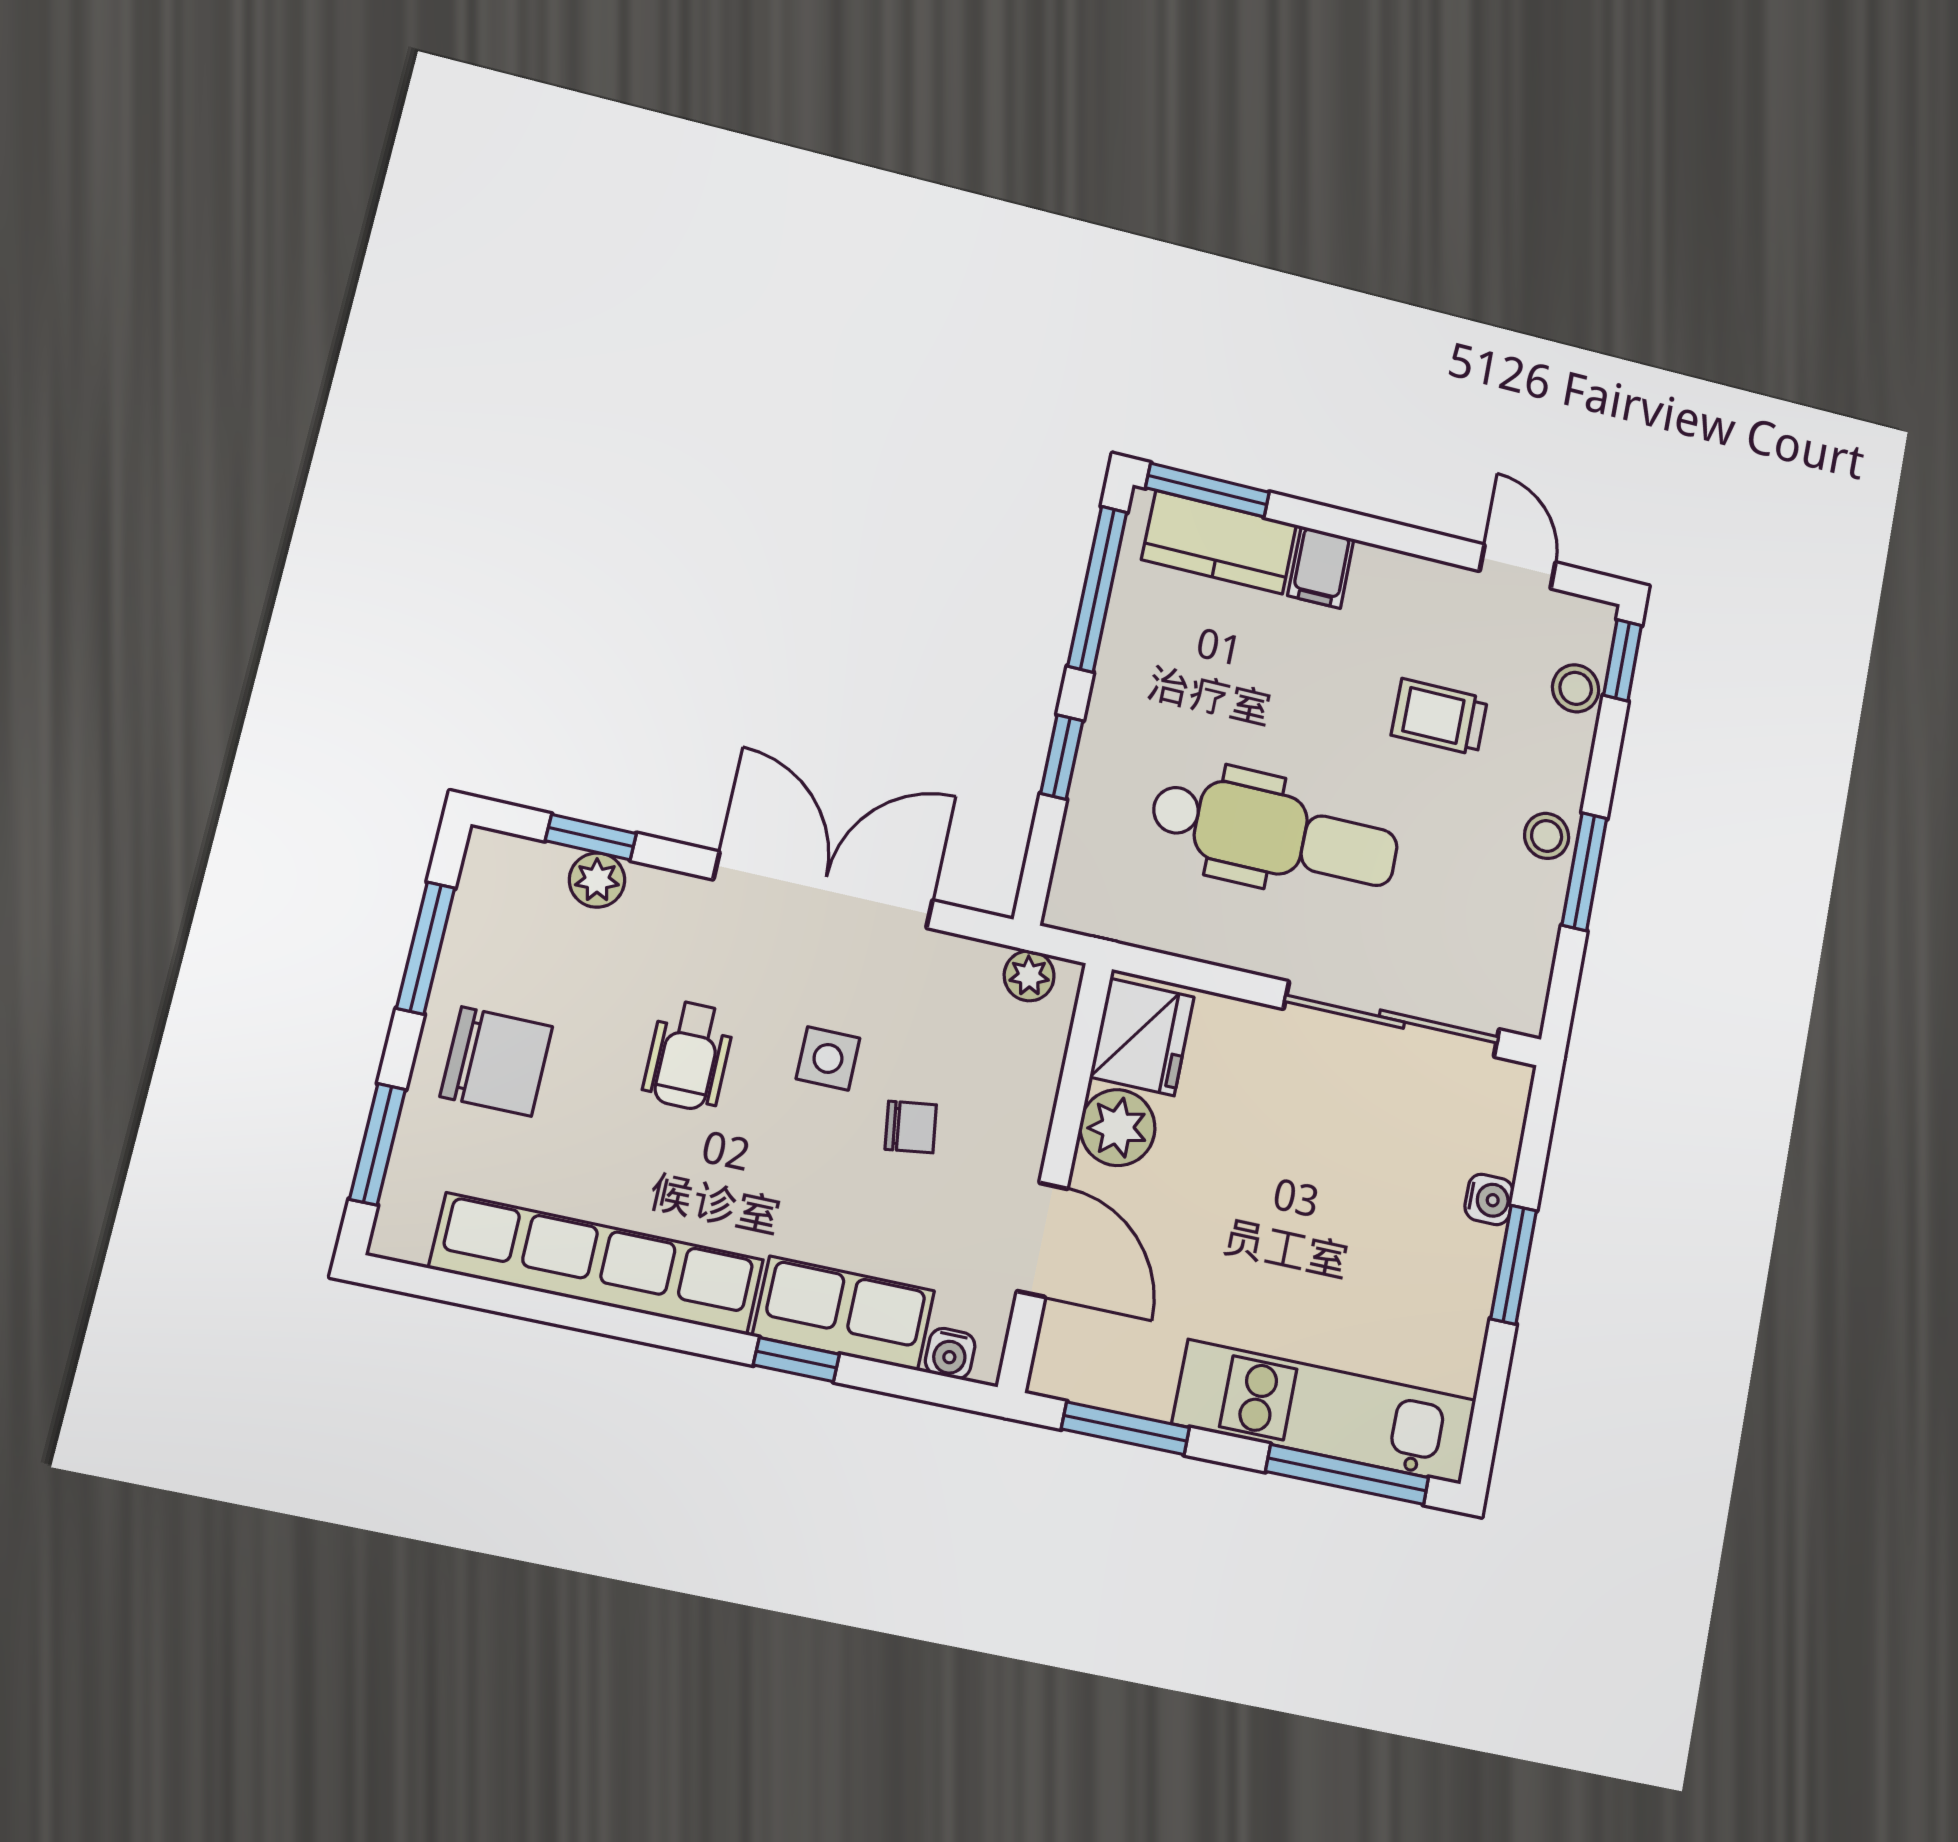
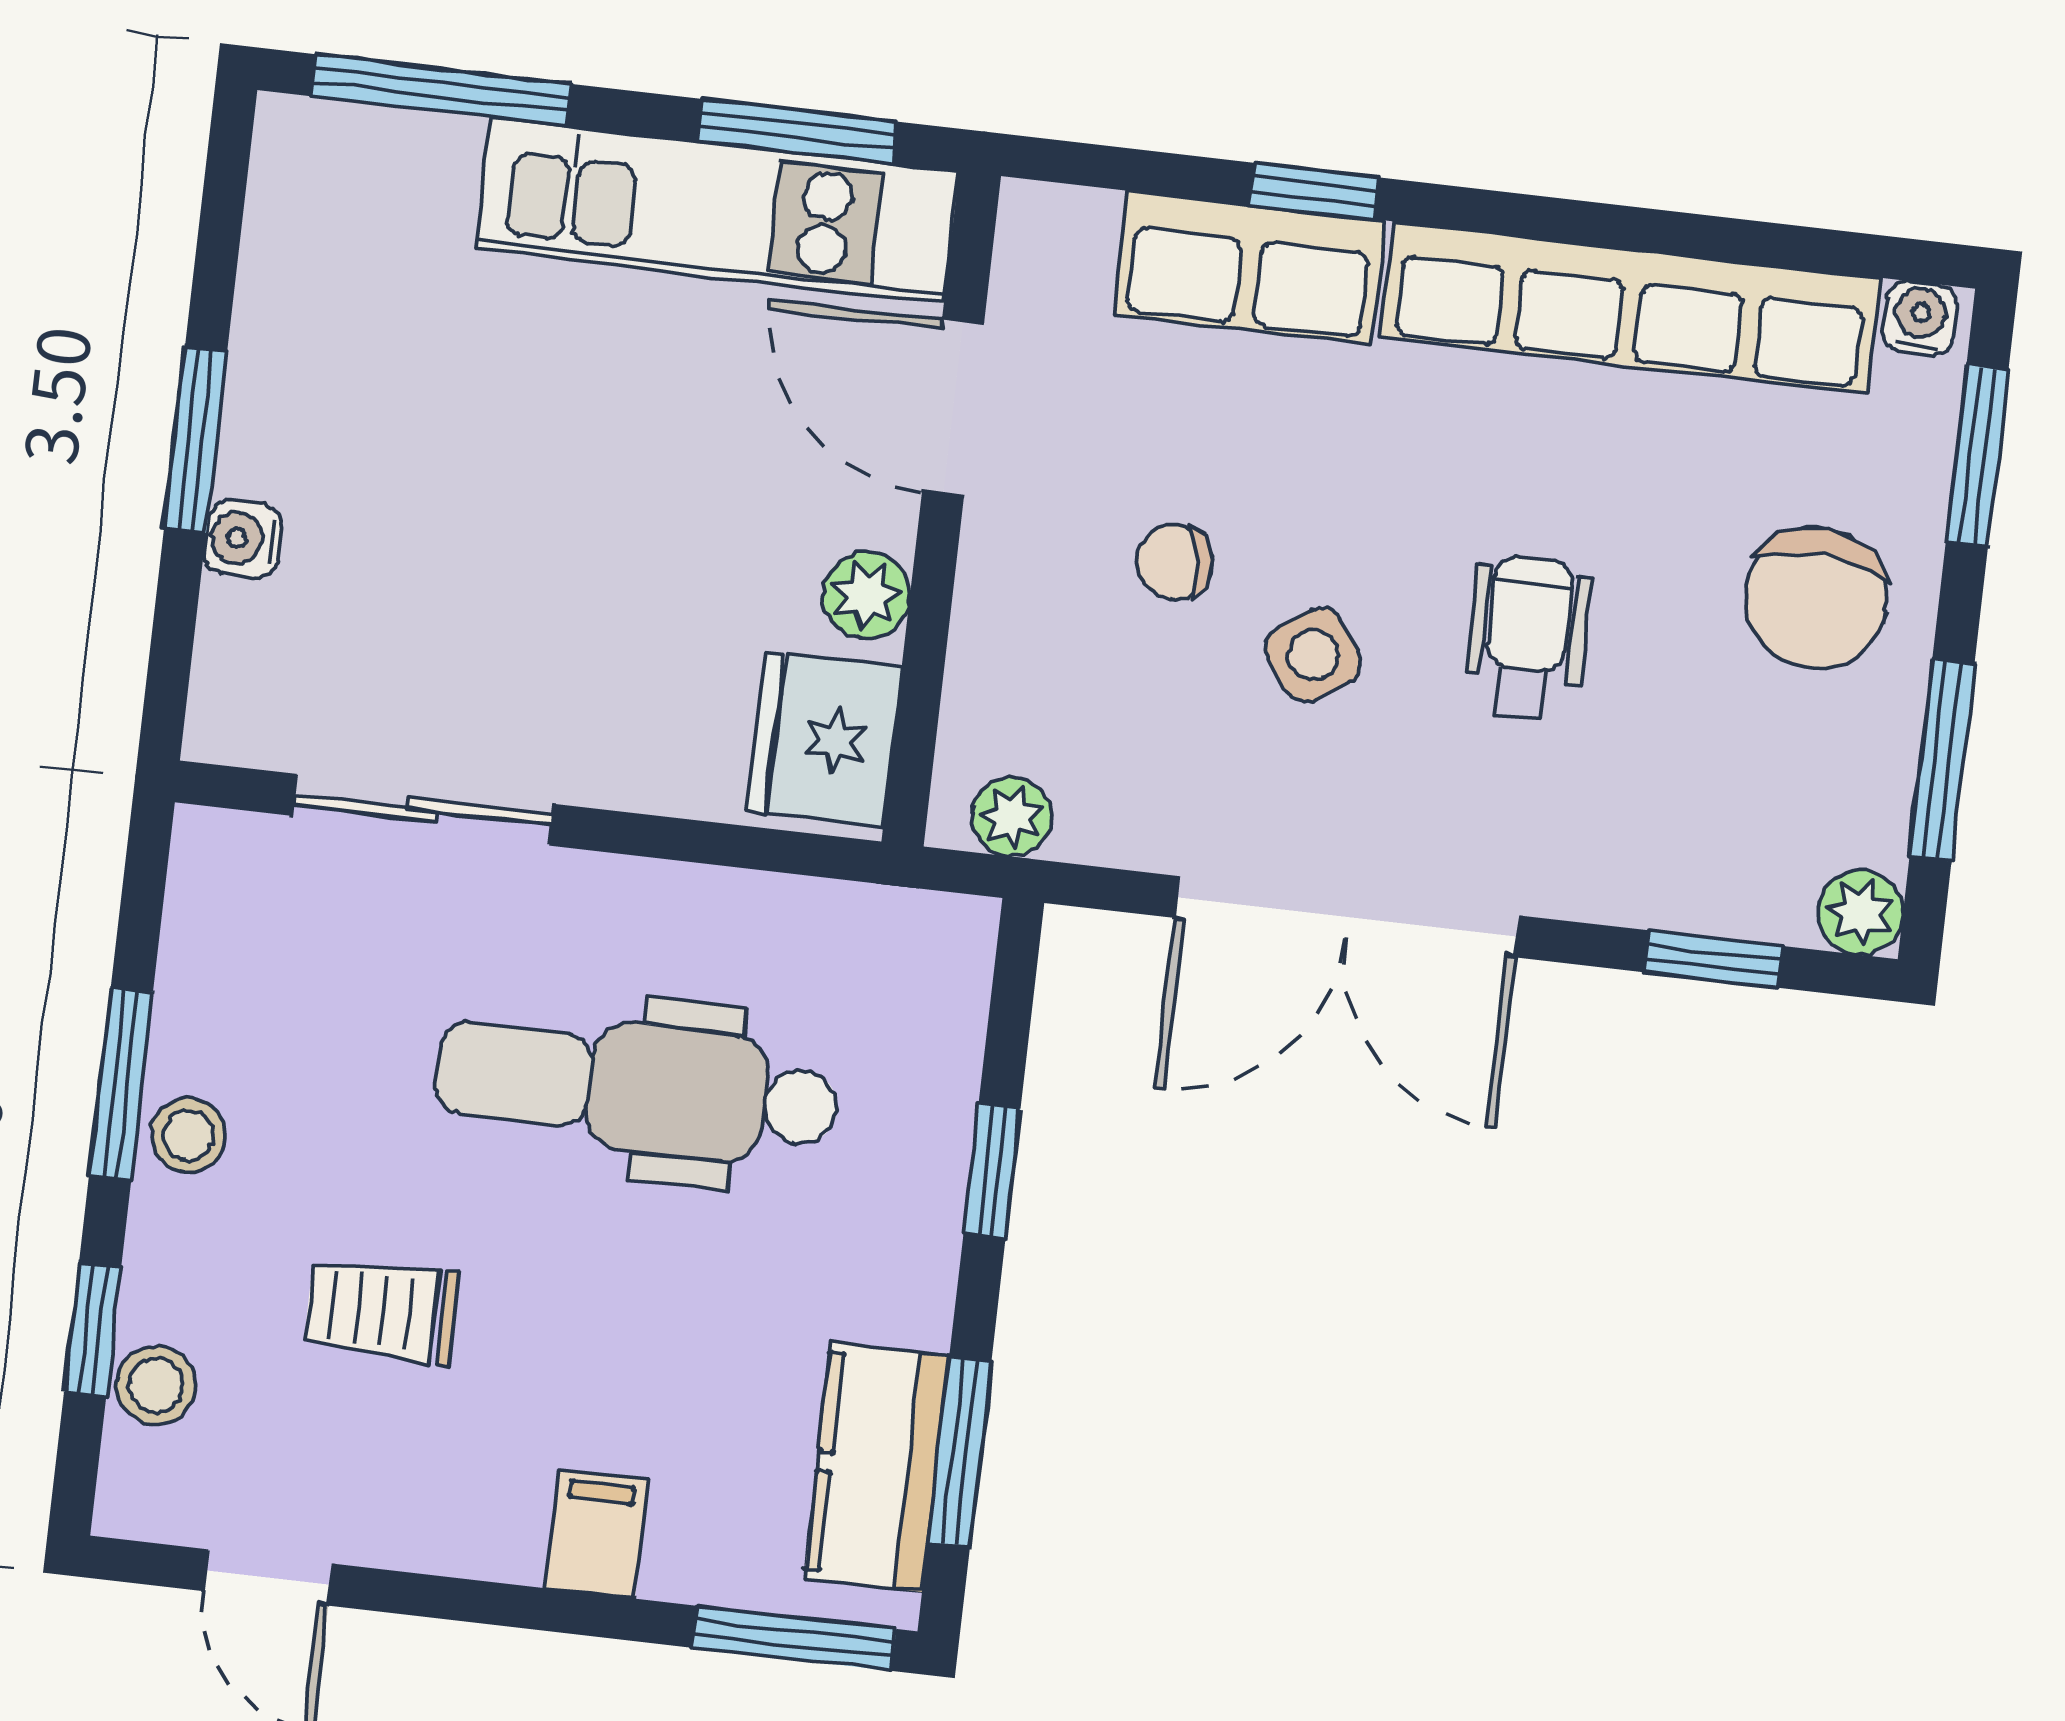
kitchen counter: (1219, 542) -> (877, 1467), moved, turned -90
window: (1097, 589) -> (960, 1452), width x0.69
window: (1623, 660) -> (93, 1329), moved
trolley: (1439, 717) -> (381, 1310), turned 180
plant: (597, 880) -> (1860, 912), moved
sliding door: (1392, 1019) -> (423, 810), width x0.73
side table: (828, 1058) -> (1313, 655), turned -35
chair: (496, 1062) -> (1816, 598), turned -86
plant: (1118, 1128) -> (866, 595), width x0.73, depth x0.73
water cooler: (950, 1353) -> (1920, 318), moved
kitchen unit: (1325, 1412) -> (717, 210), moved

